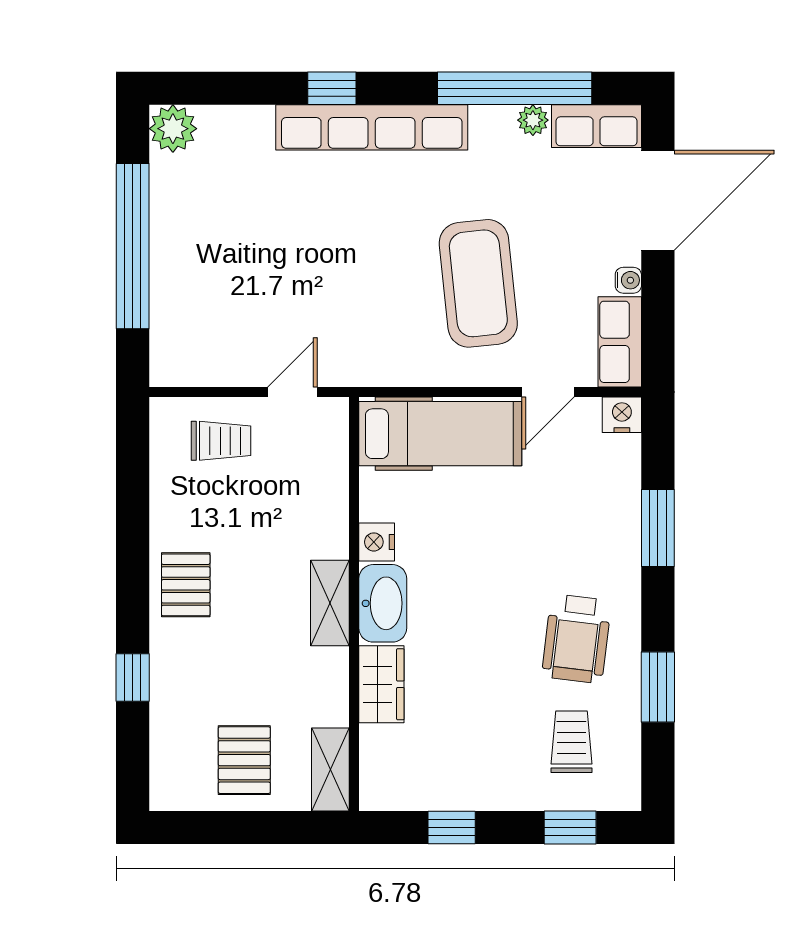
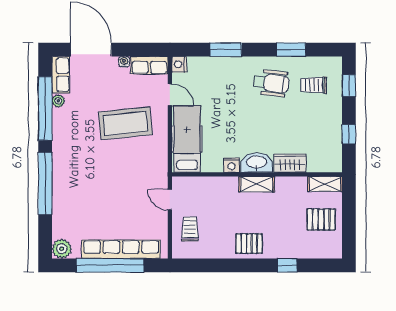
window: (332, 88) -> (45, 183), width x3.17
row of seats: (372, 127) -> (121, 249), moved, turned -90

